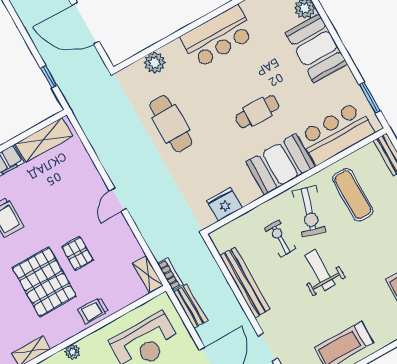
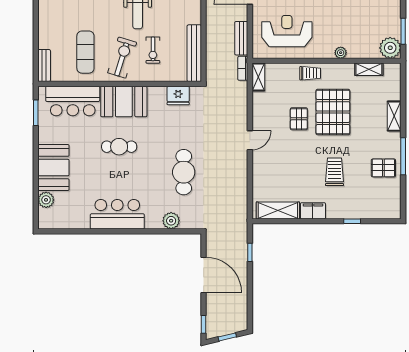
bench: (245, 282) -> (194, 53), moved

